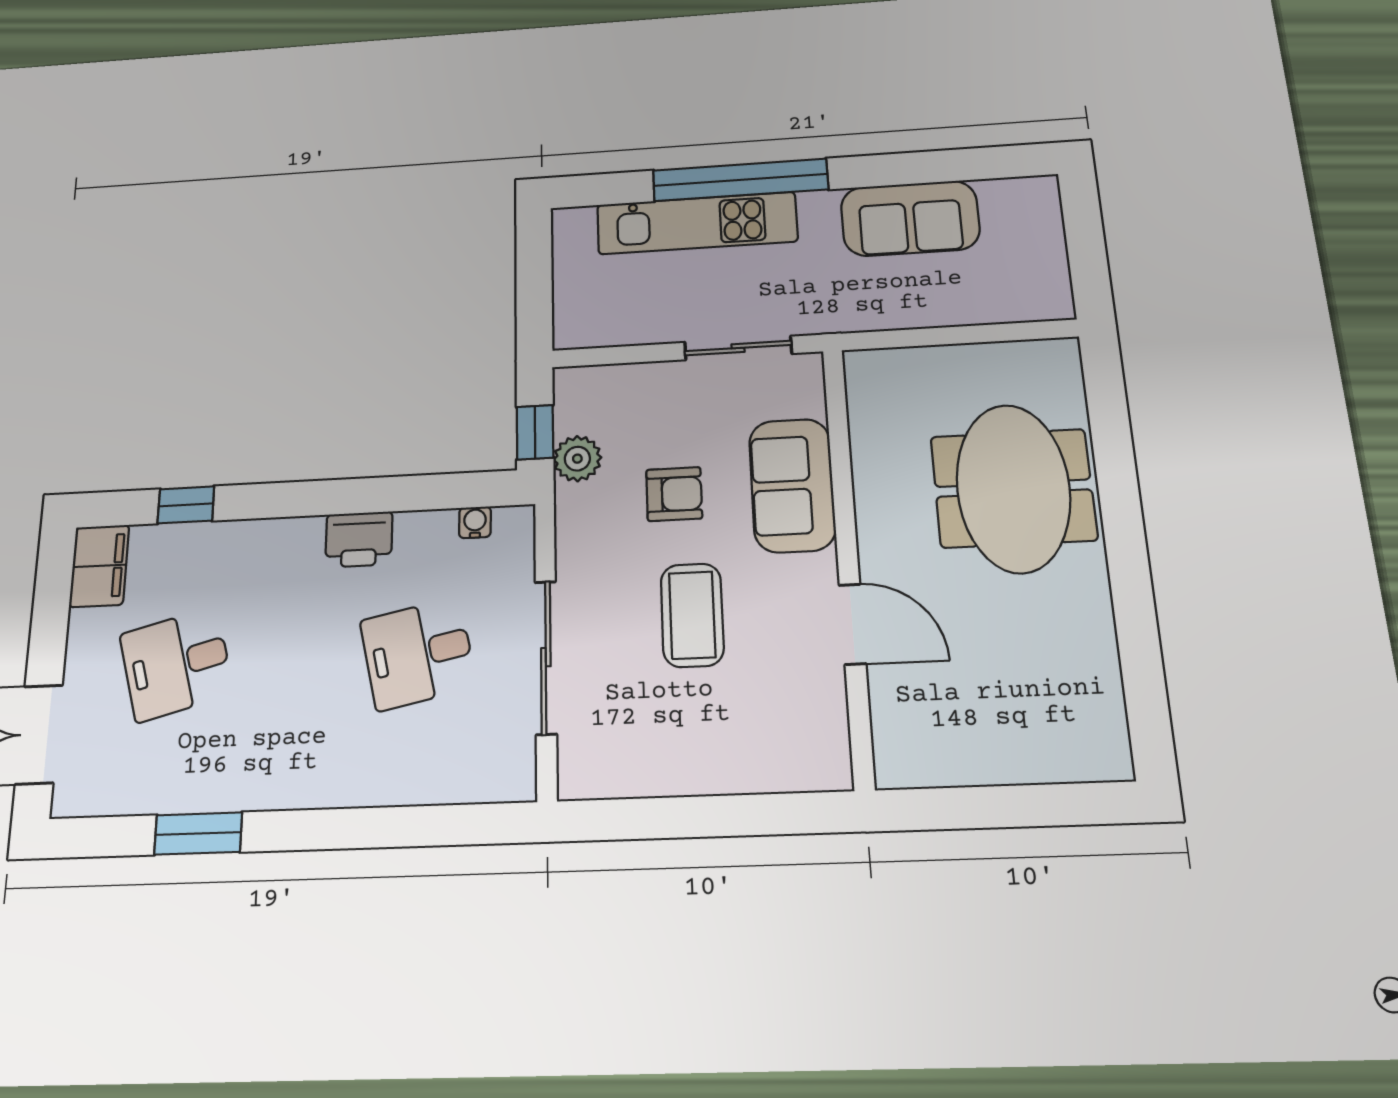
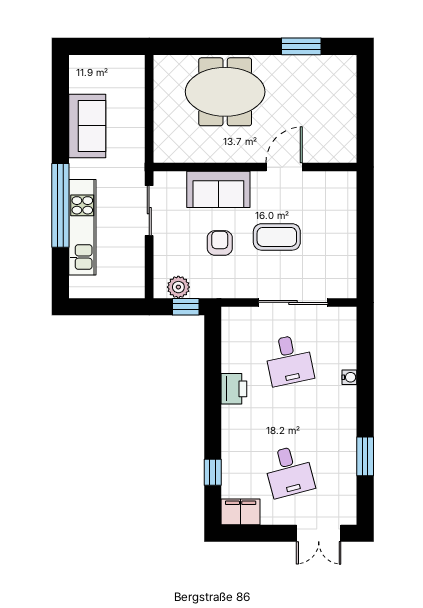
plant: (577, 459) -> (178, 287), moved
water cooler: (475, 522) -> (349, 377), moved, turned 180
window: (1140, 651) -> (301, 46), added

